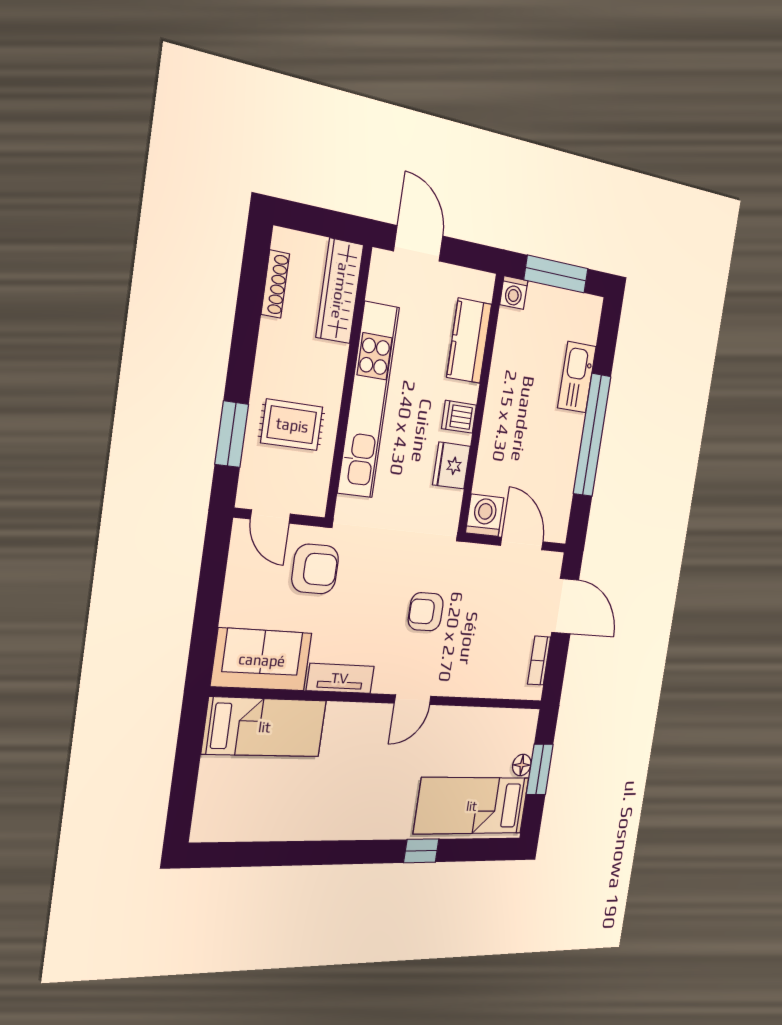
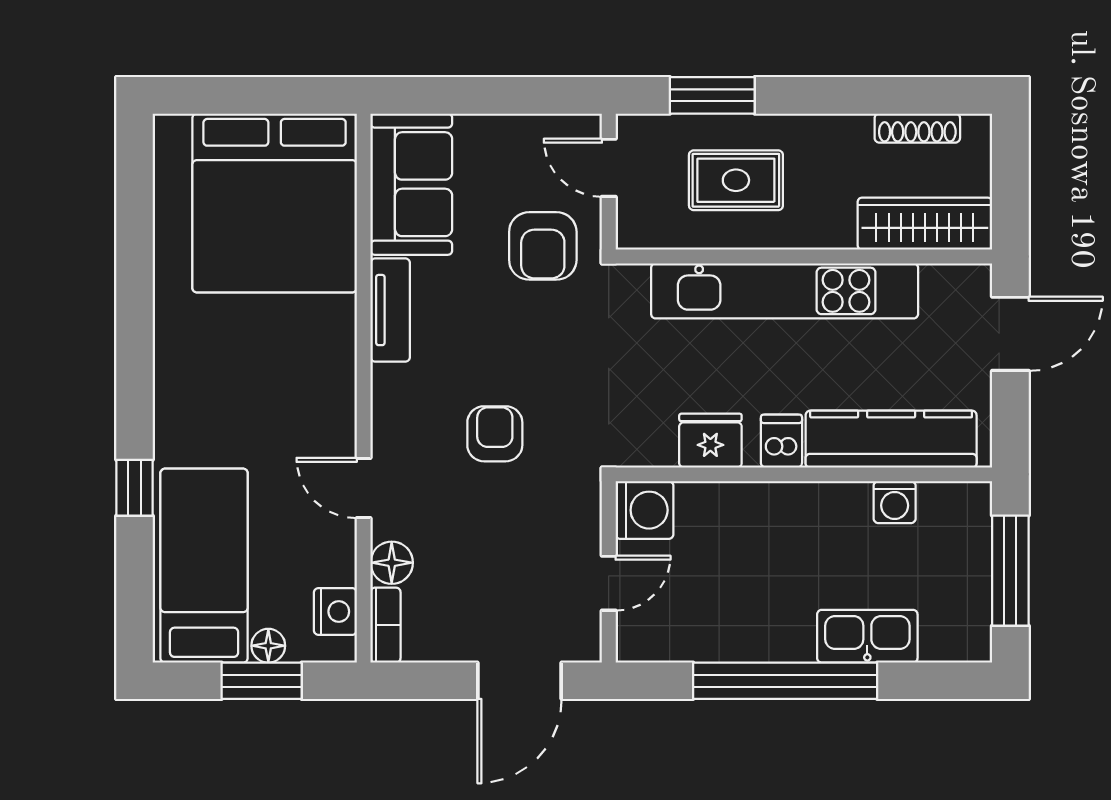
washing machine: (514, 293) -> (895, 502), moved, turned -90
kitchen counter: (469, 341) -> (891, 439), width x1.50
rug: (292, 425) -> (736, 180), turned 90
door: (270, 517) -> (609, 168), hinge flipped
door: (522, 544) -> (609, 583), width x0.73
bookcase: (539, 661) -> (386, 625), moved, turned 90
floor lamp: (489, 684) -> (392, 563), added
door: (413, 700) -> (364, 488), moved
nightstand: (510, 722) -> (335, 611), added
bed: (265, 727) -> (275, 203), width x2.04

